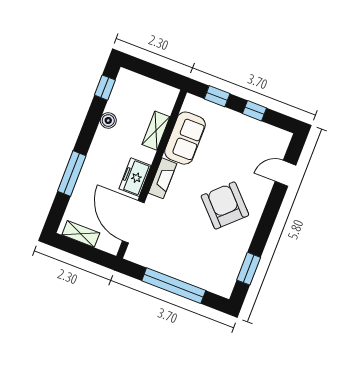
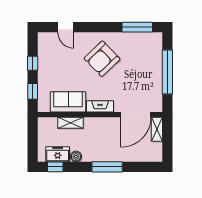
window: (72, 173) -> (107, 167), moved
freezer: (135, 177) -> (58, 154), moved, turned 180
shelving: (81, 234) -> (157, 129), moved
window: (249, 269) -> (137, 27), width x1.44

